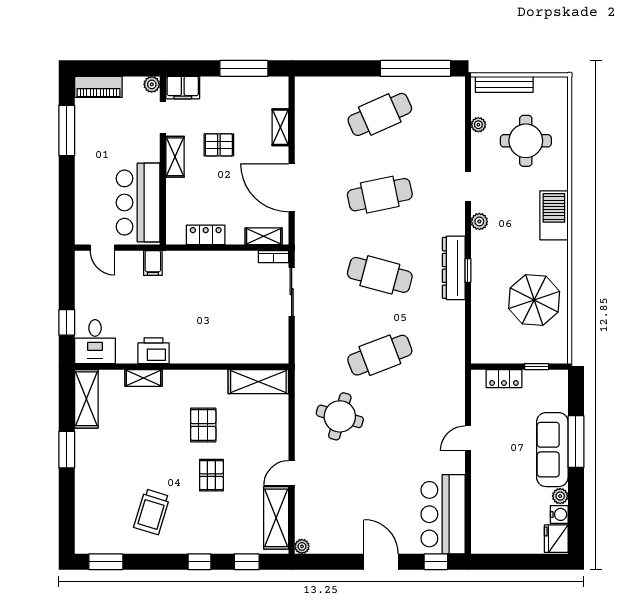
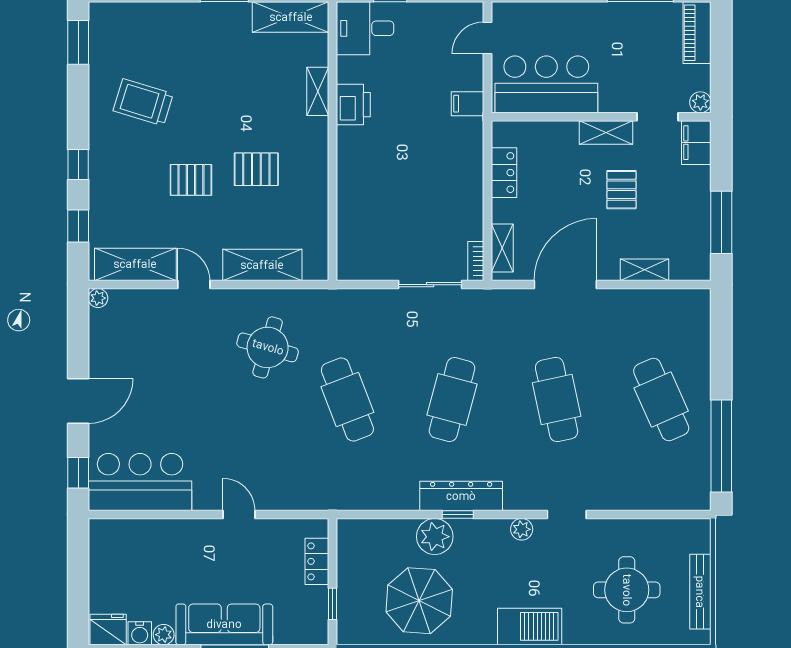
bench: (504, 84) -> (700, 592), moved
plant: (478, 125) -> (435, 537), moved, width x1.88, depth x1.88
shelving: (258, 382) -> (262, 265), moved, turned 90

